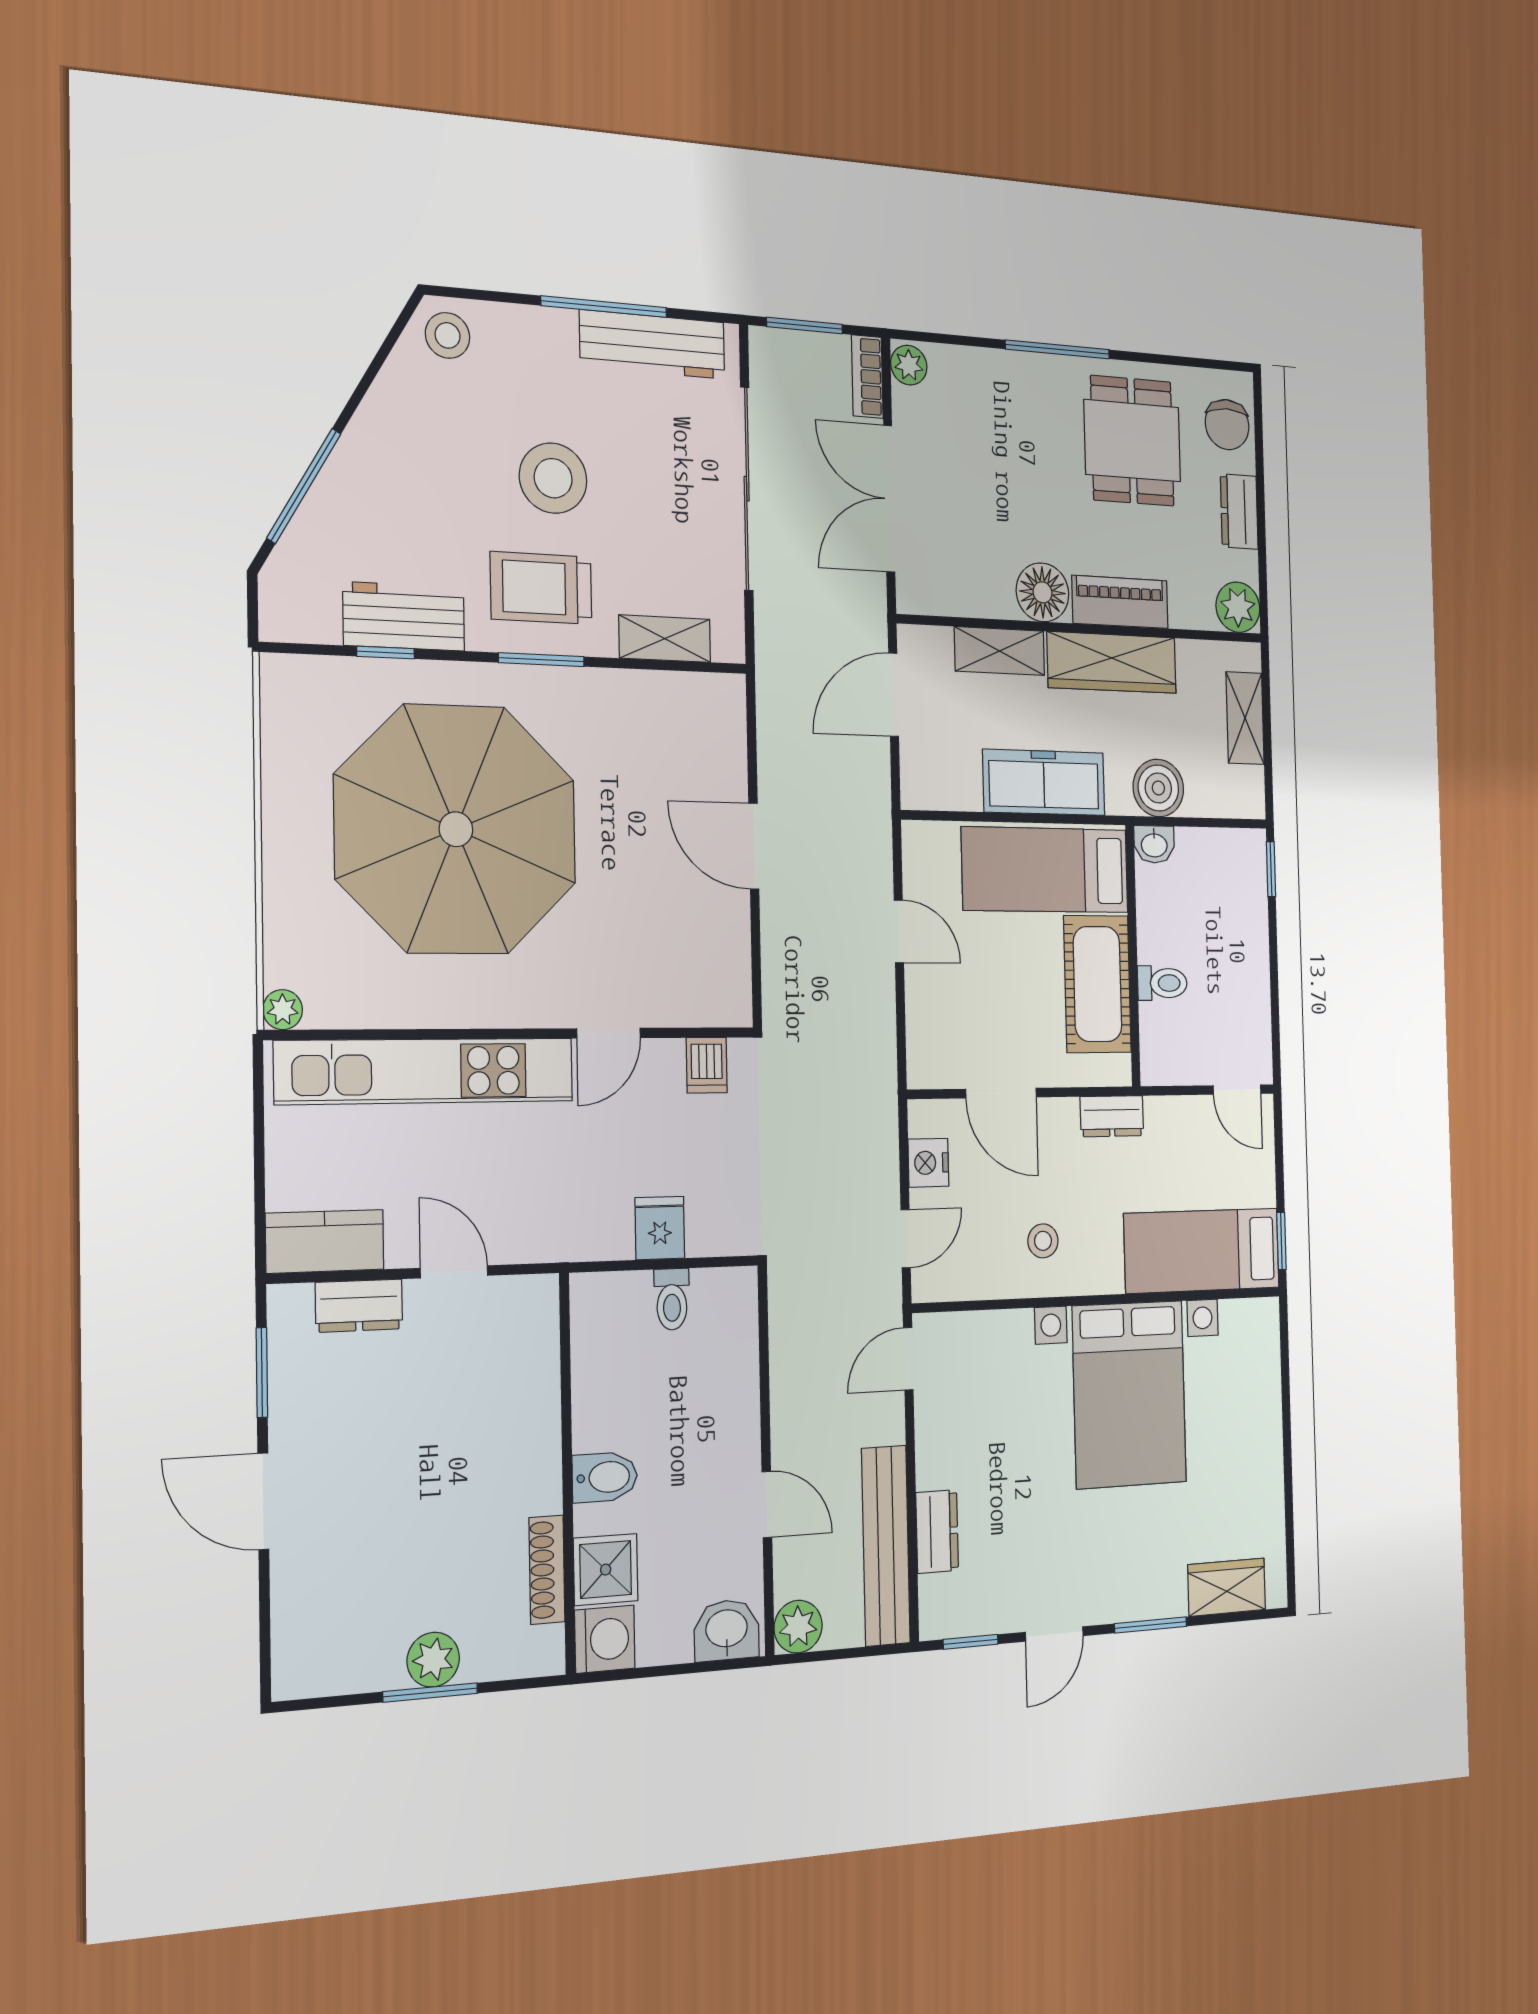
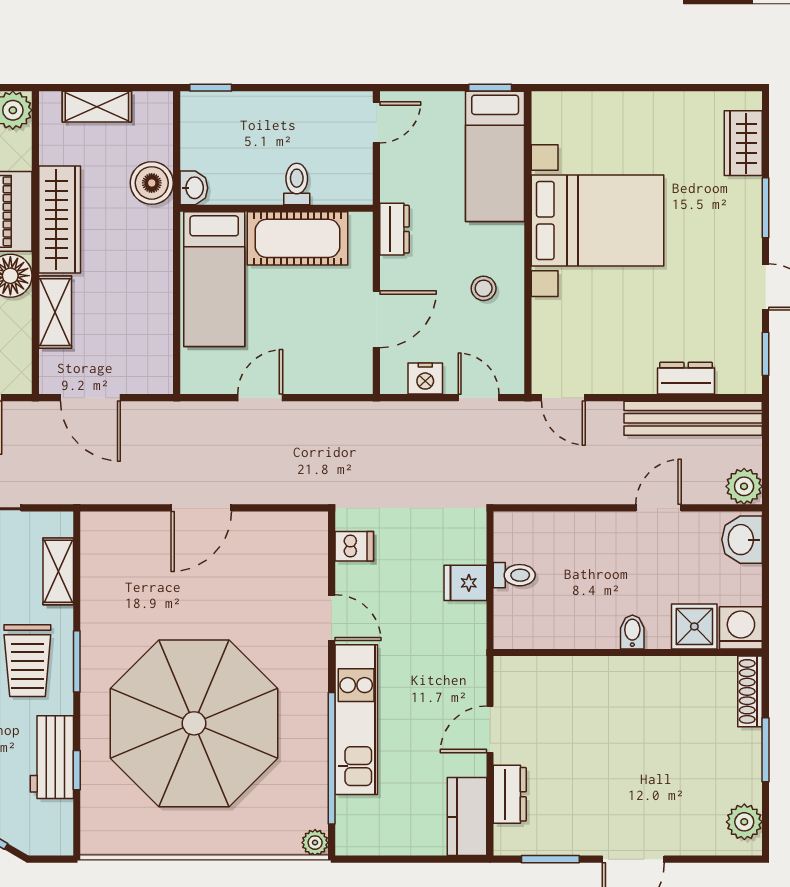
freezer: (1044, 782) -> (150, 278), removed
window: (408, 1034) -> (332, 758), added
kitchen unit: (425, 1071) -> (356, 720), width x0.73
bidet: (605, 1477) -> (632, 632), width x0.72, depth x0.74
shoe rack: (547, 1570) -> (750, 691), moved, turned 90
plant: (433, 1660) -> (744, 822), moved

